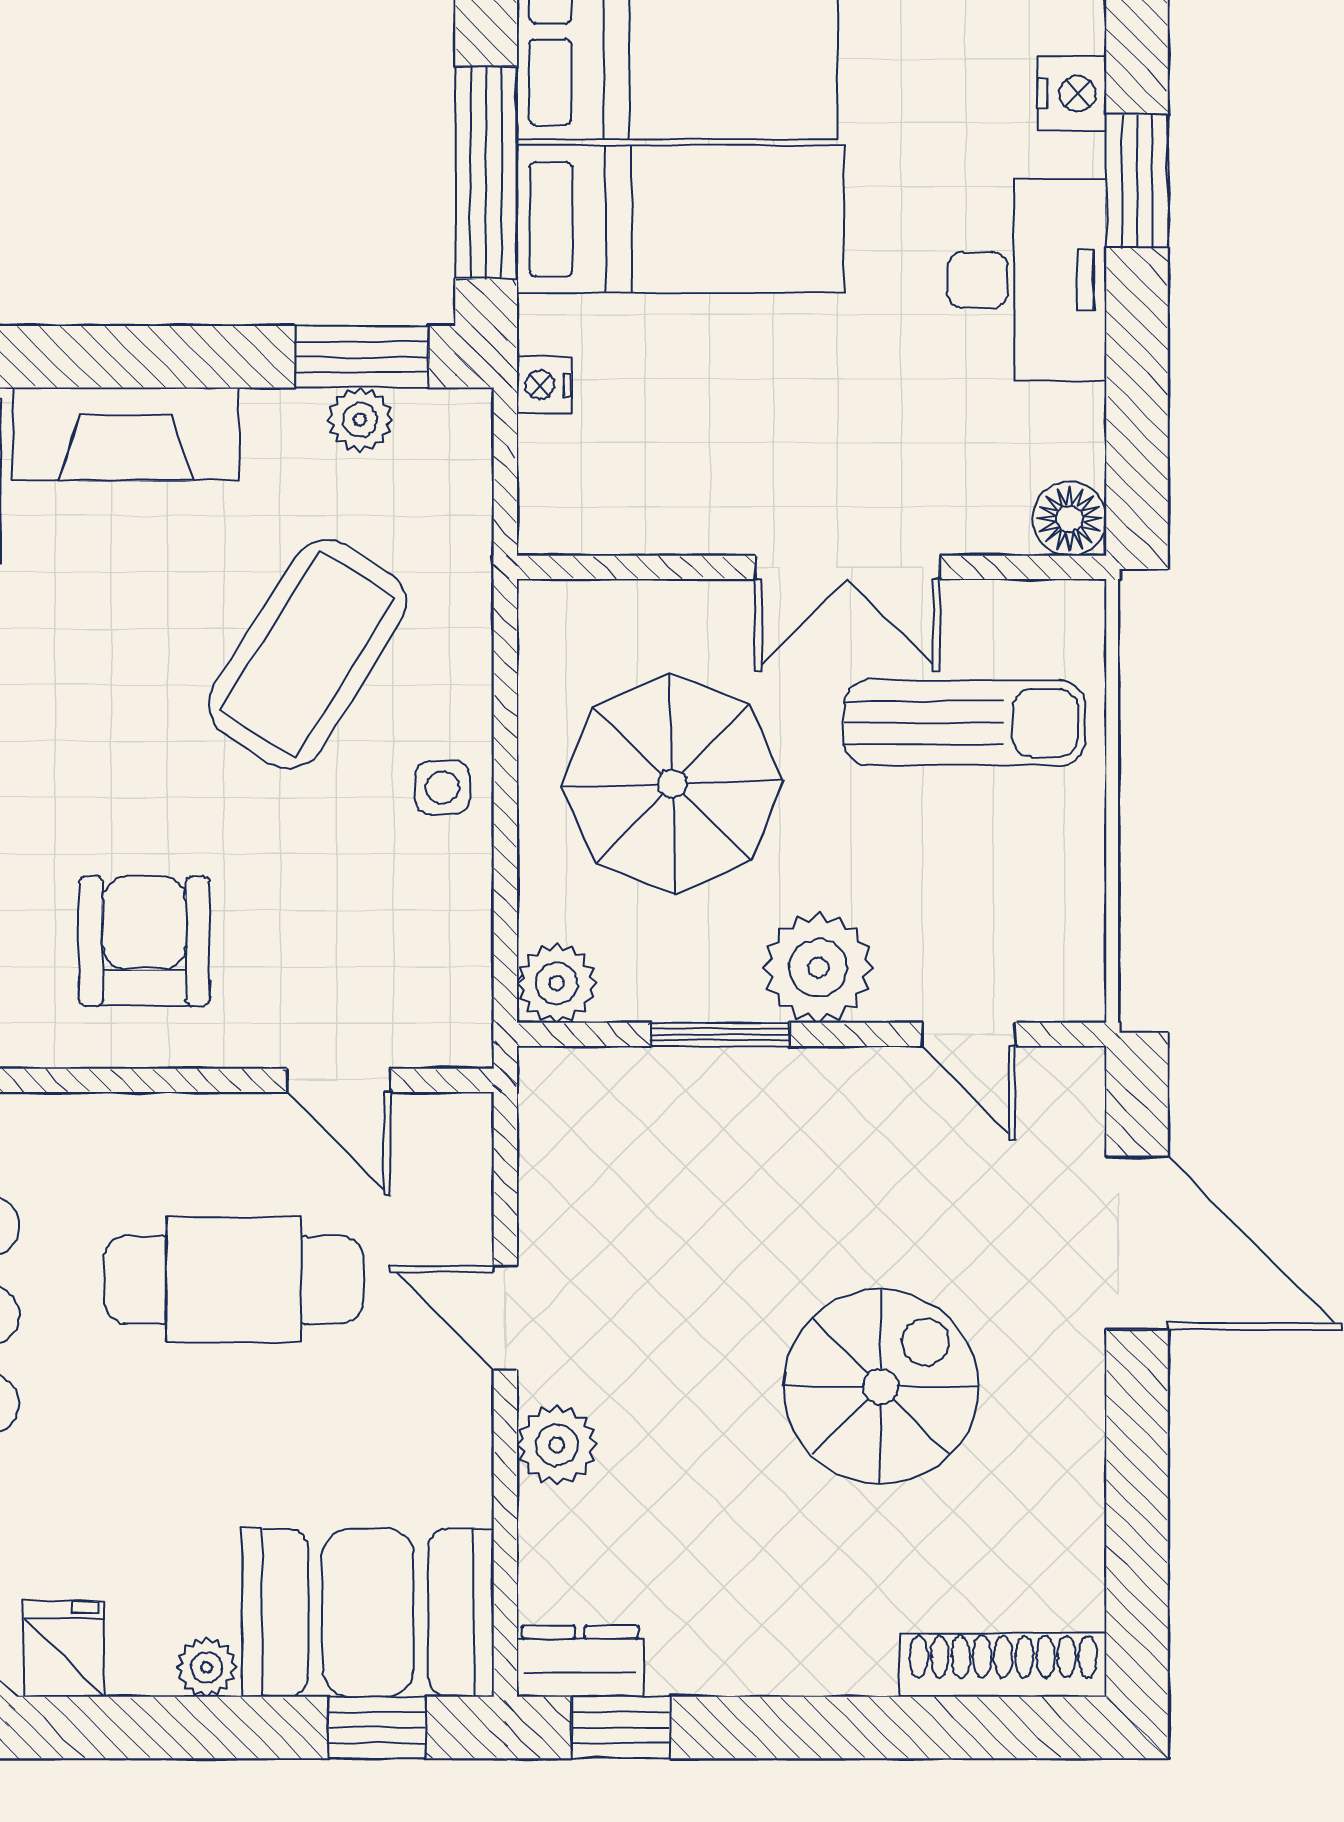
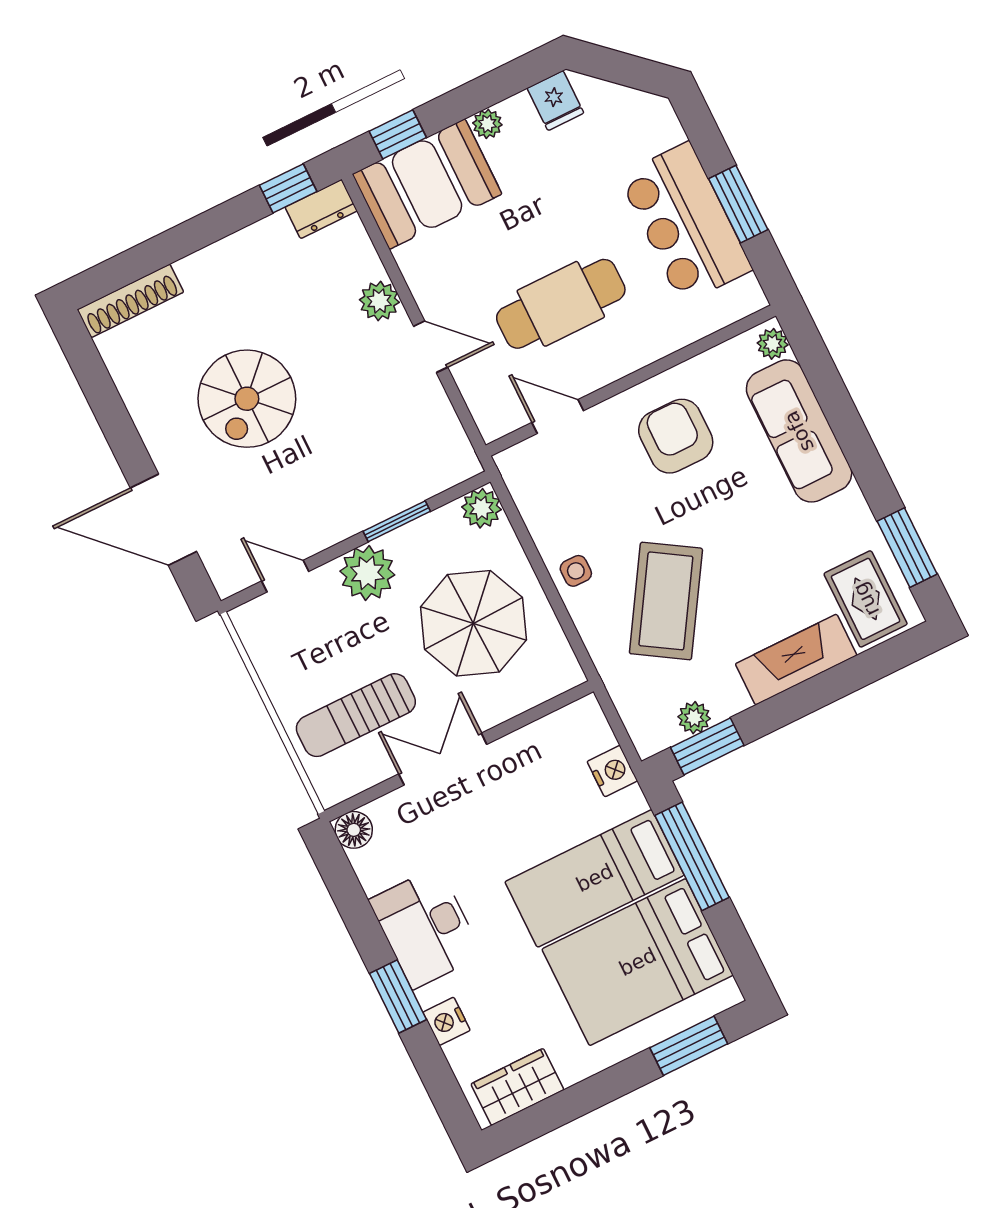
nightstand: (544, 385) -> (612, 771), width x1.39, depth x1.35
armchair: (144, 941) -> (676, 436), turned 180

